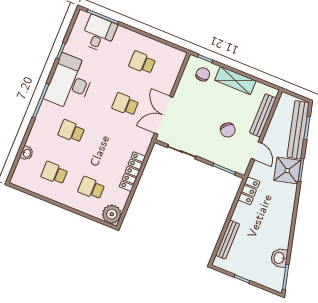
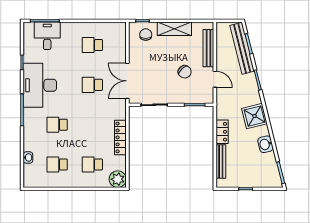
shower: (287, 171) -> (254, 116), moved
locker: (249, 191) -> (222, 132), moved
washbasin: (279, 258) -> (265, 144), moved

